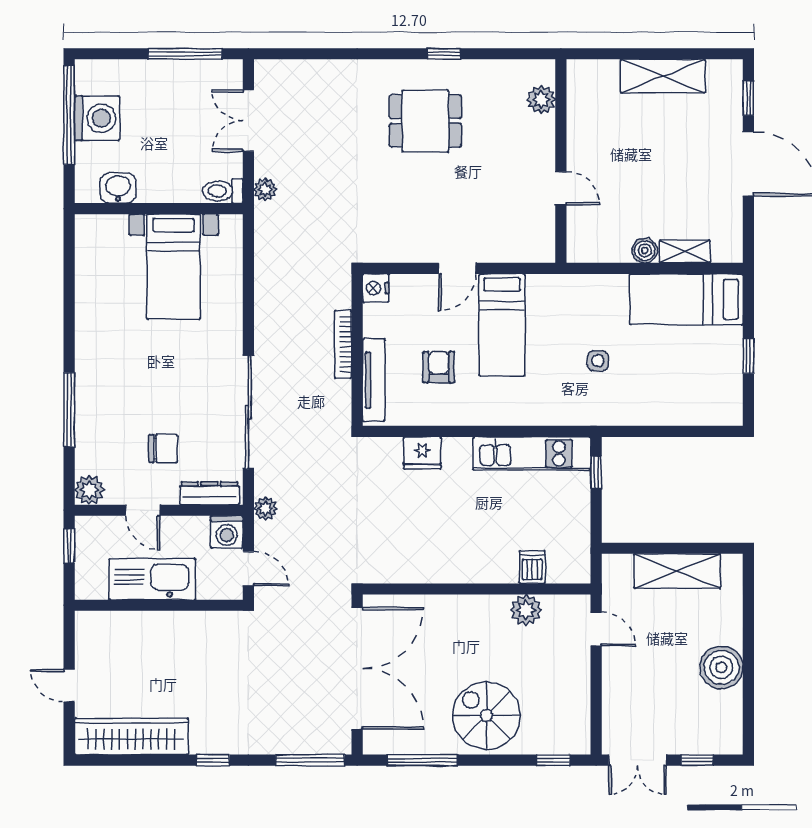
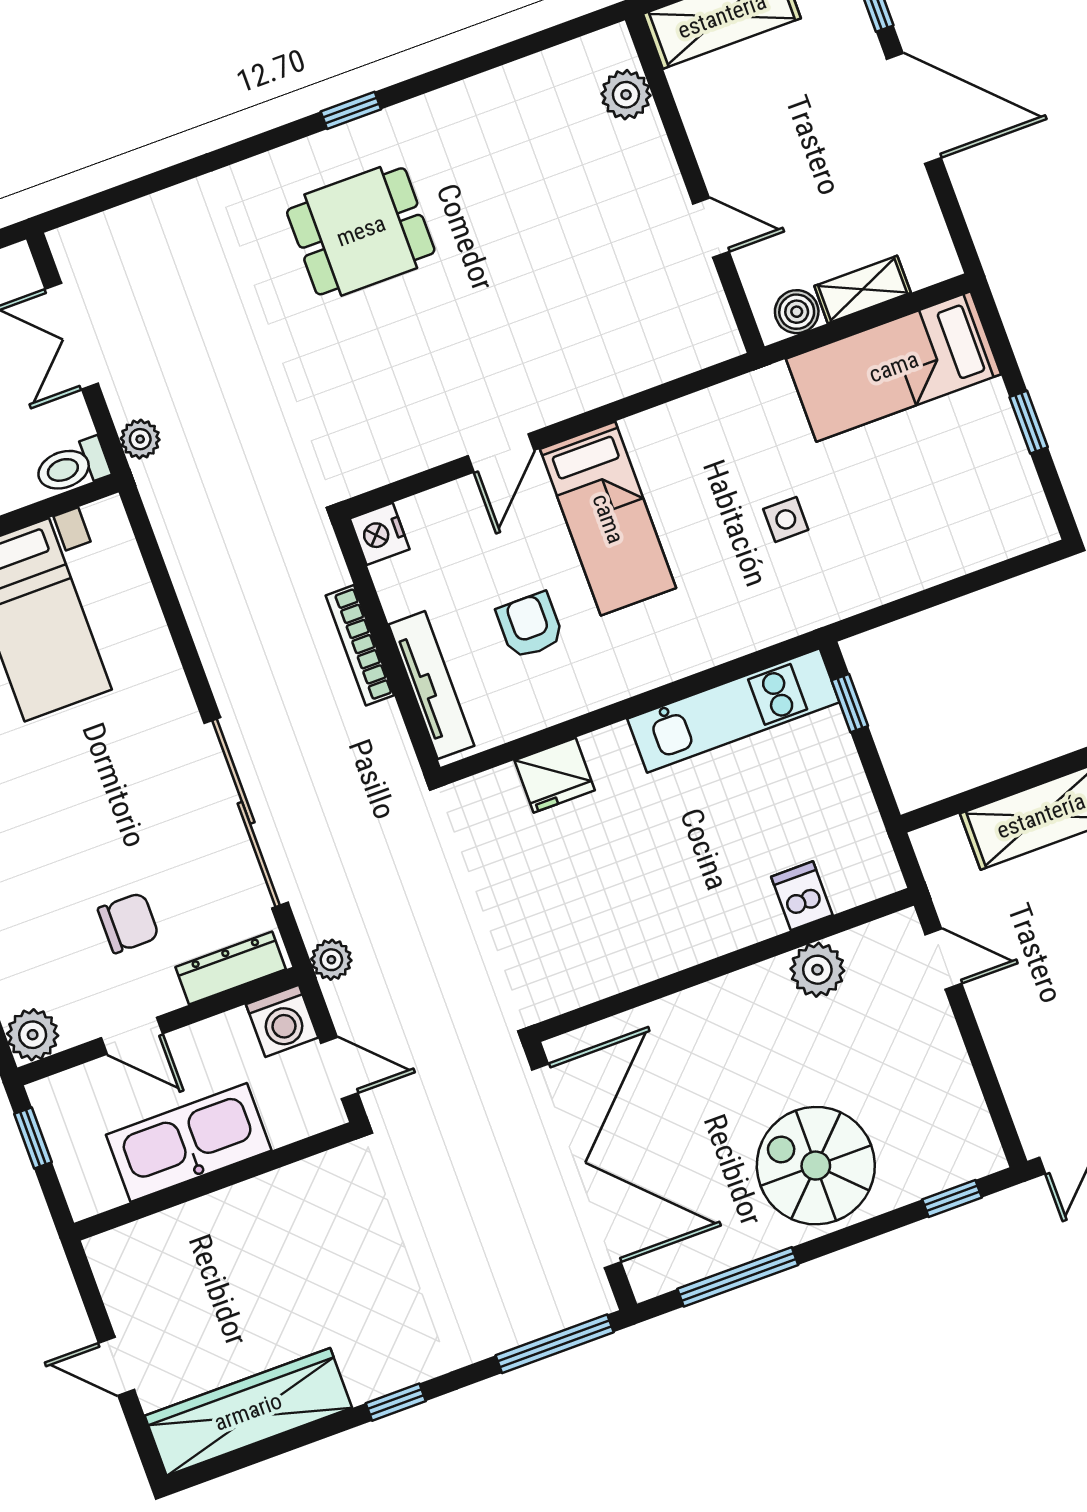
plant: (541, 100) -> (626, 95), moved
wall: (561, 161) -> (695, 183), moved
door: (561, 188) -> (711, 228), moved

